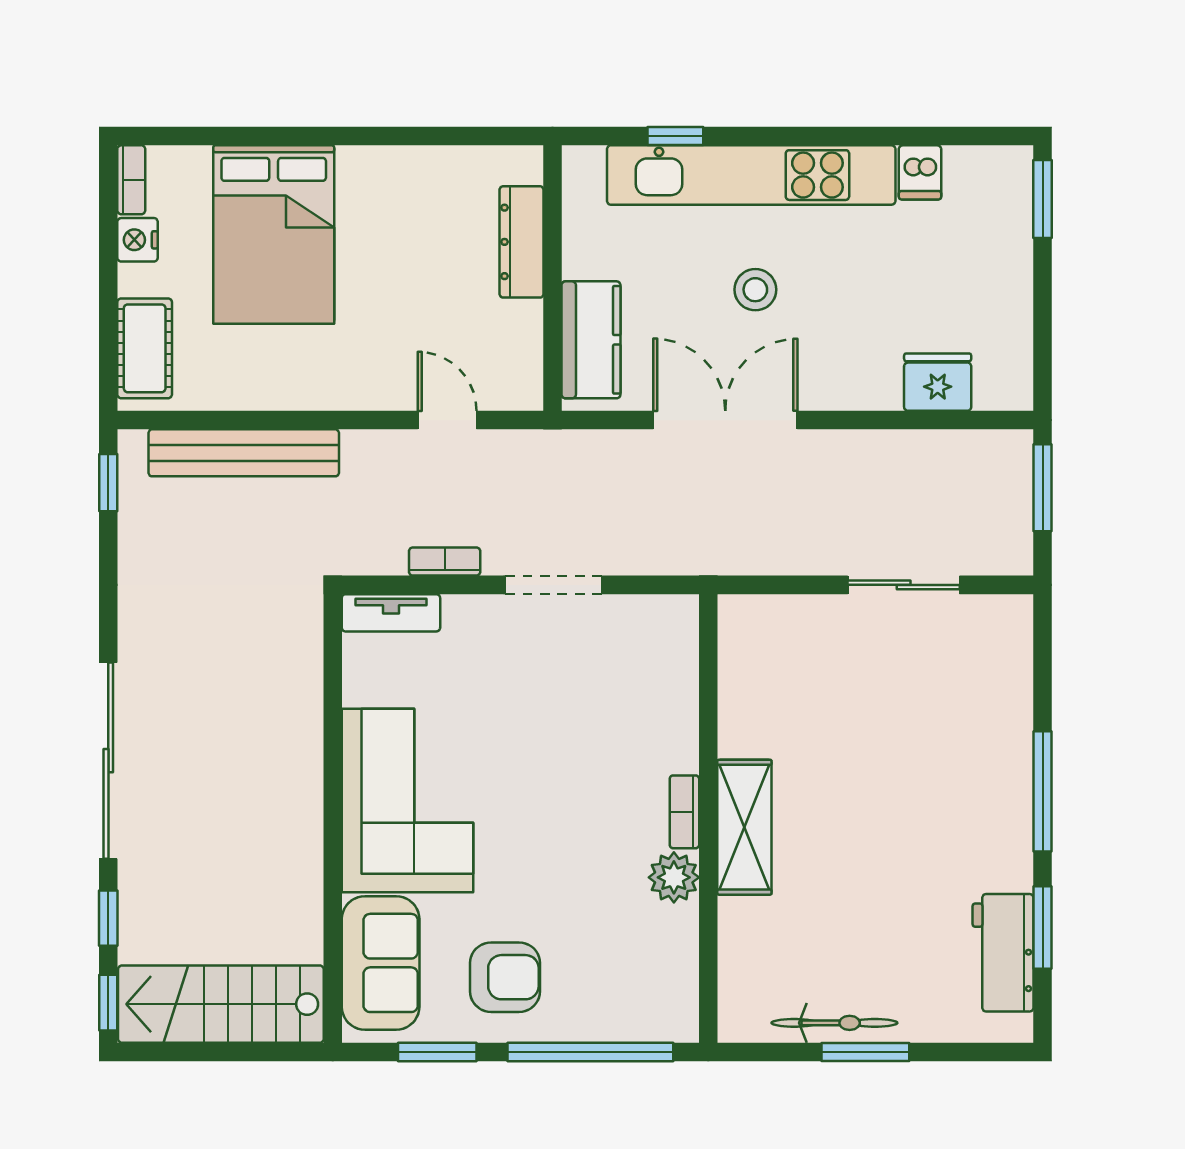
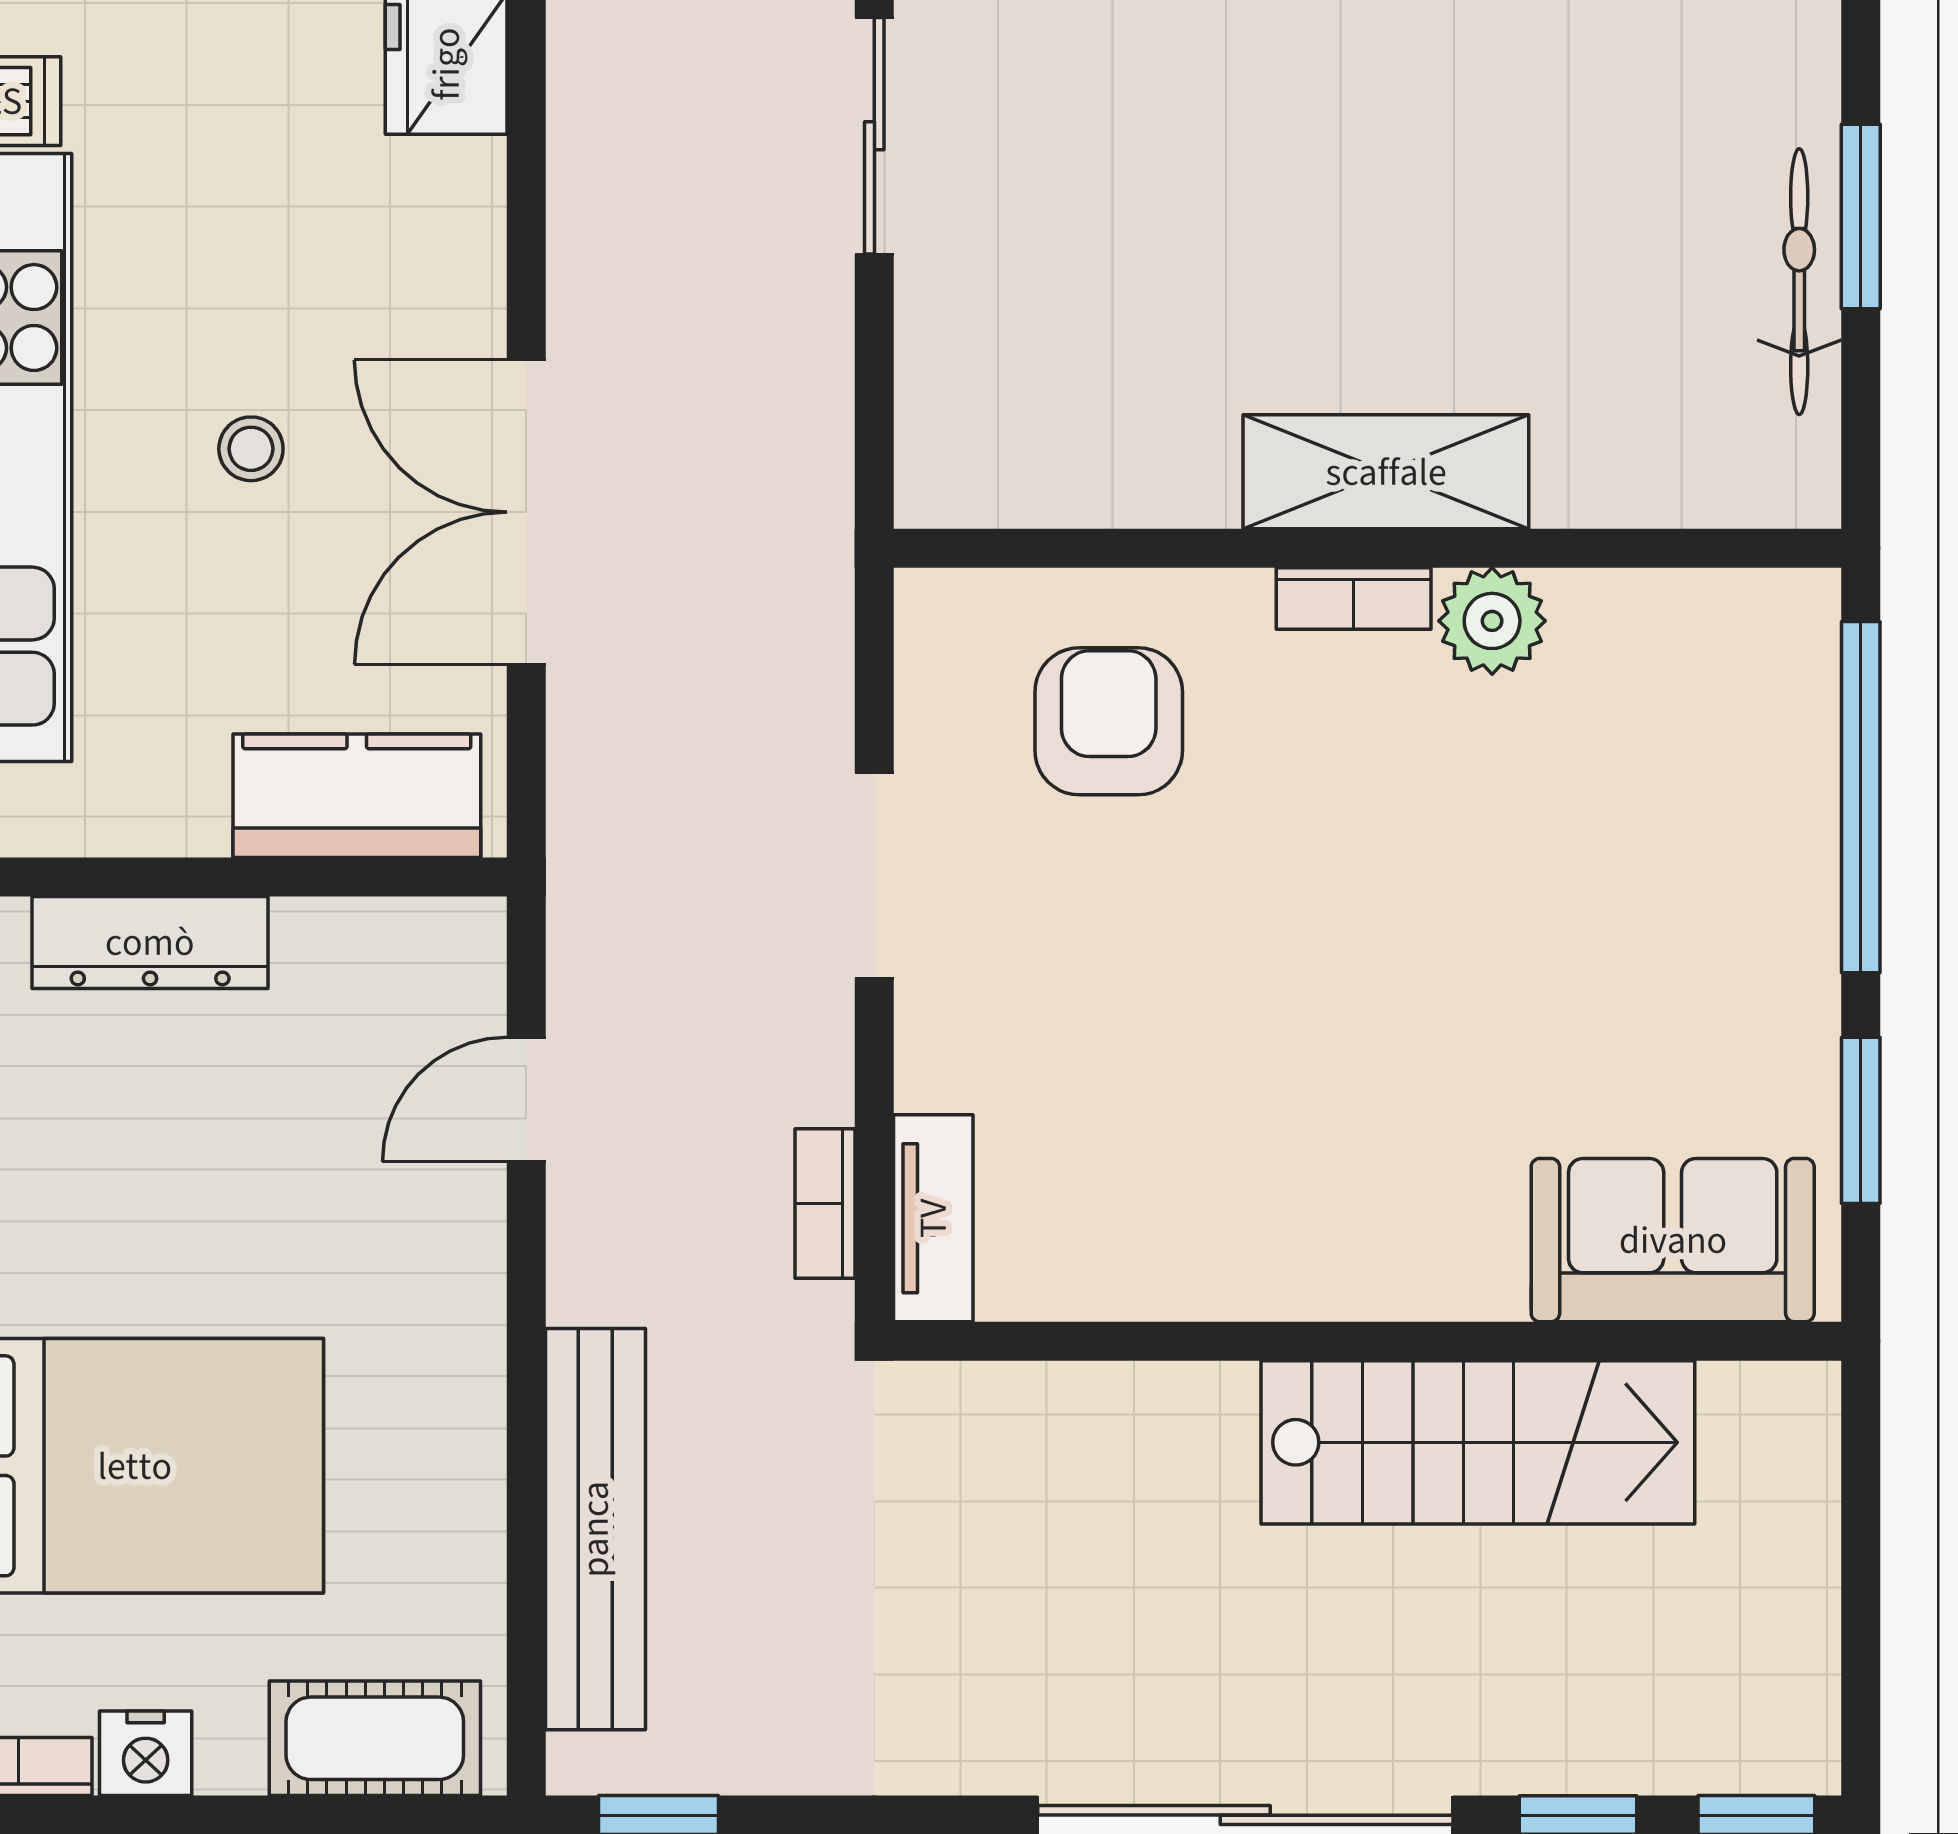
stool: (755, 290) -> (251, 449), width x0.73, depth x0.73
bookcase: (445, 562) -> (825, 1203), moved
corner sofa: (407, 800) -> (1330, 1183), removed
armchair: (505, 977) -> (1109, 721), moved
stairs: (221, 1004) -> (1478, 1442), moved, turned -90

